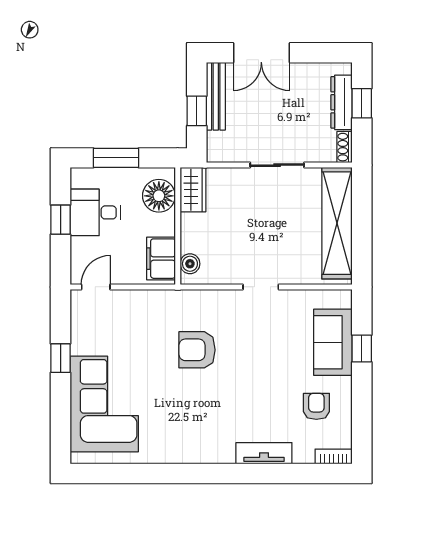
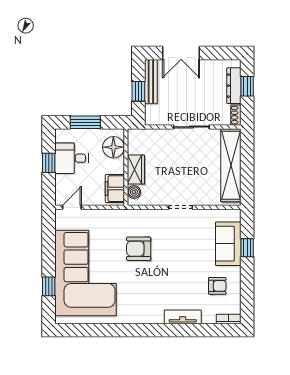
wardrobe: (193, 190) -> (136, 170), moved
window: (61, 358) -> (49, 286), moved
corner sofa: (104, 404) -> (86, 273), width x1.36, depth x1.36
armchair: (316, 406) -> (217, 286), turned 90

